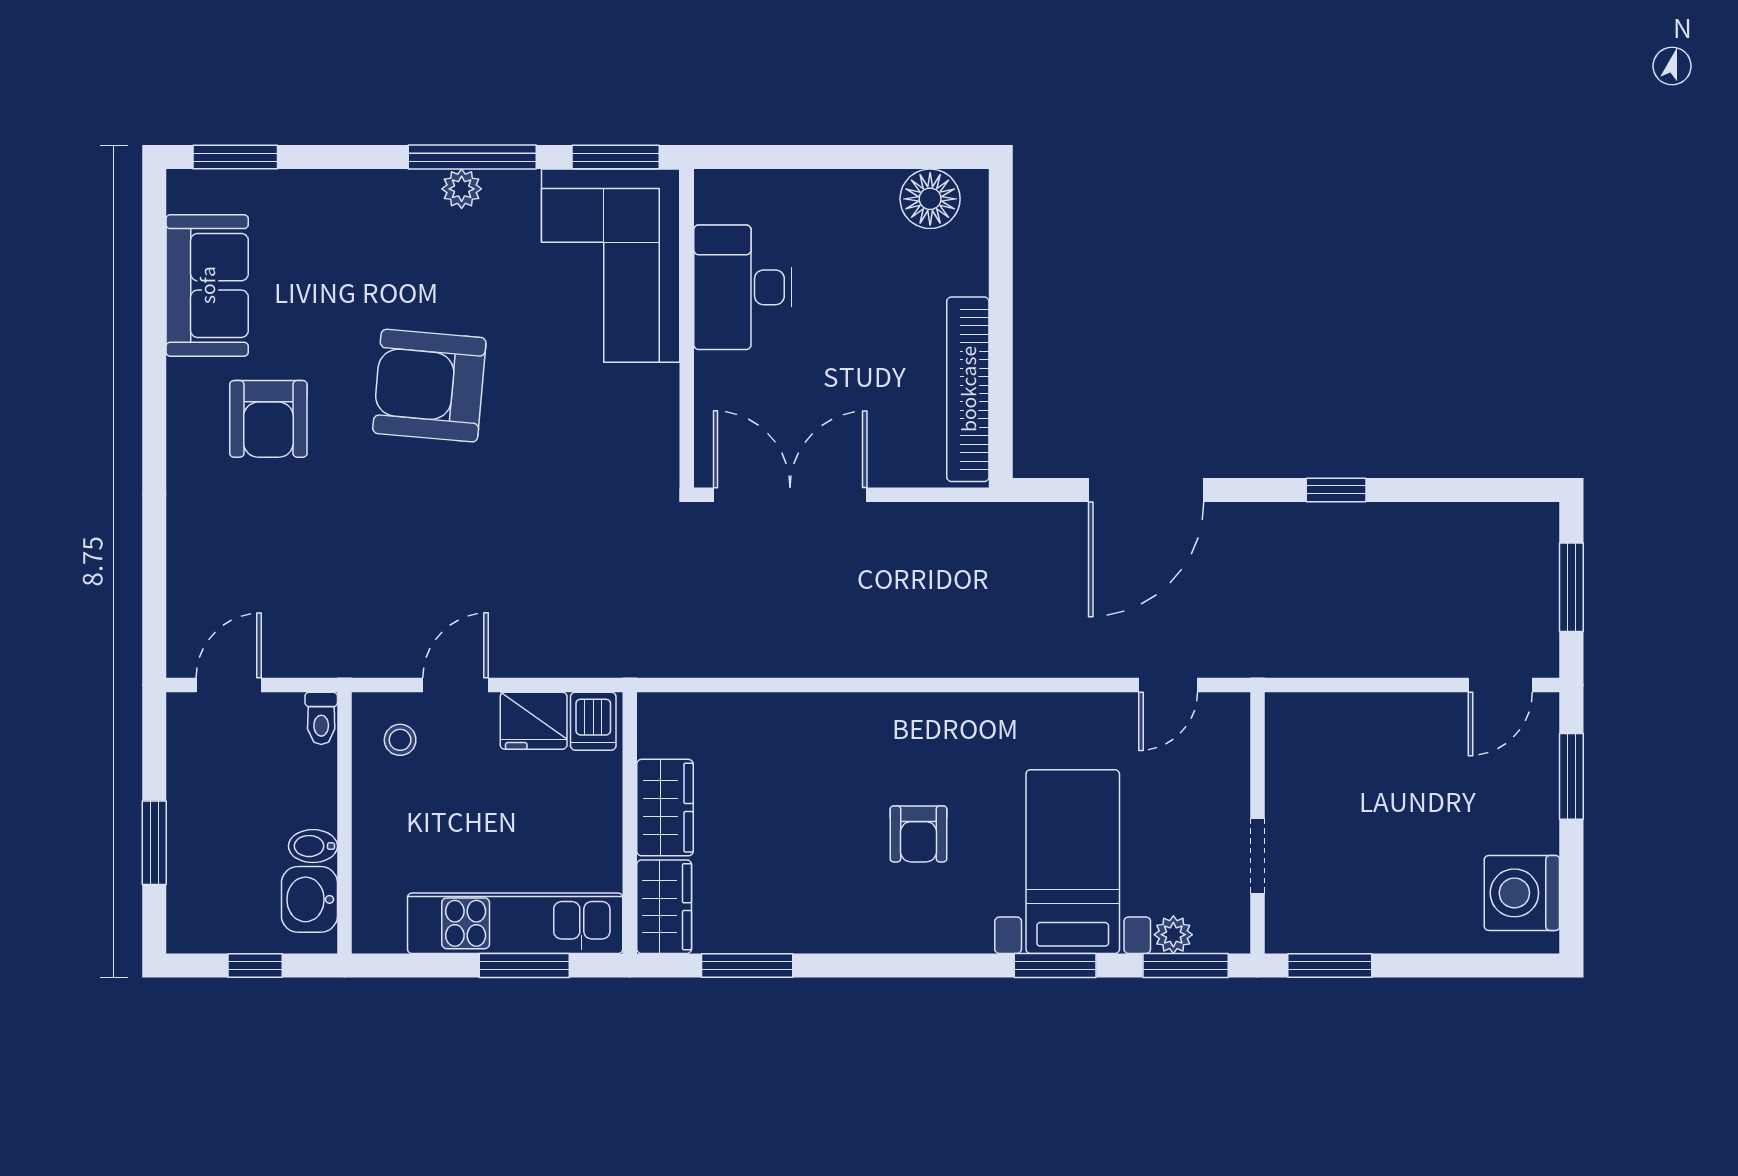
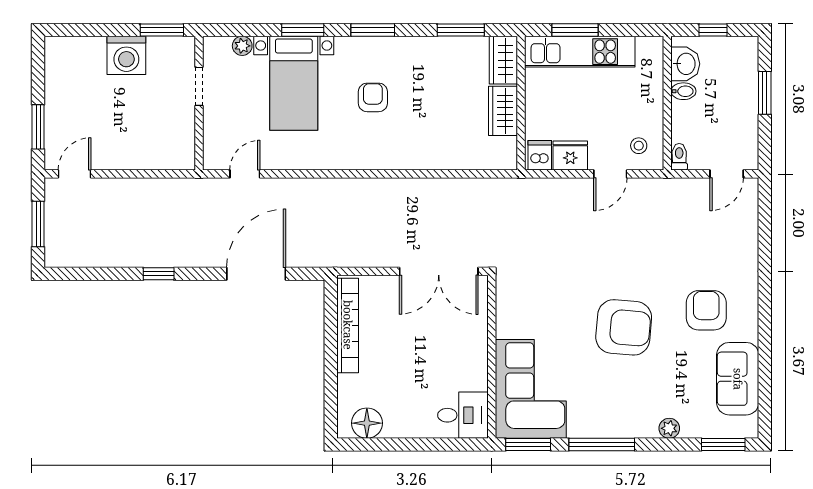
plant: (462, 189) -> (669, 428), moved
desk: (743, 287) -> (463, 415), moved, width x0.73
washing machine: (1522, 893) -> (126, 55), moved, turned 90
window: (1186, 965) -> (373, 30), moved

